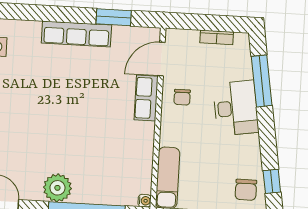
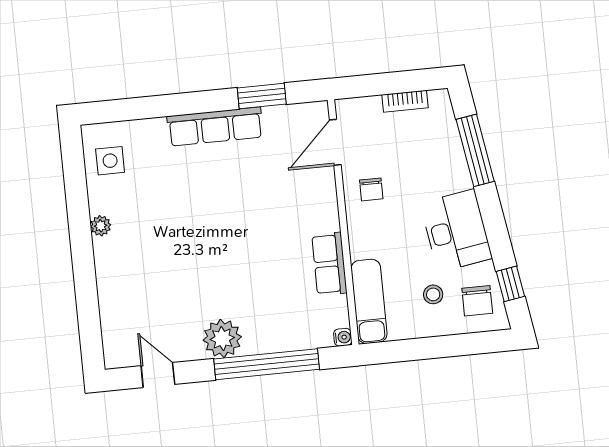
row of seats: (146, 98) -> (329, 264), moved
desk: (236, 108) -> (456, 231), moved
stool: (215, 180) -> (433, 294), added

